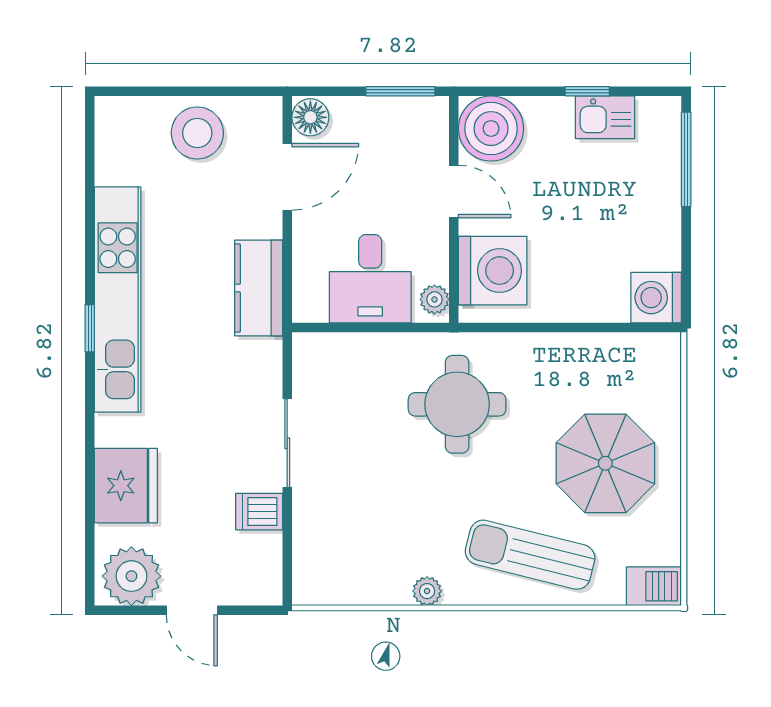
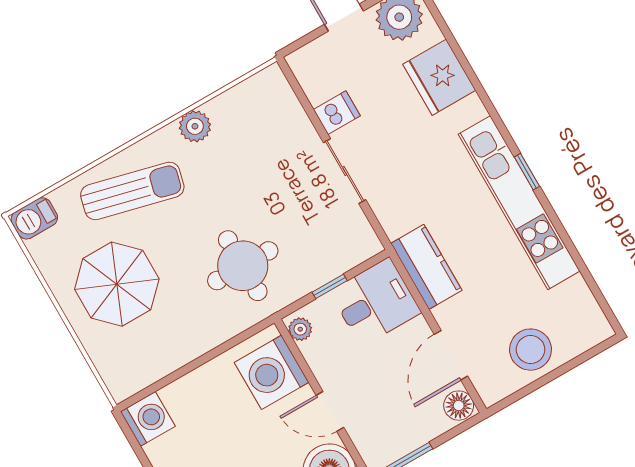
desk: (370, 279) -> (375, 302), moved, turned 90
window: (376, 327) -> (330, 286), added
plant: (427, 591) -> (195, 126), width x1.38, depth x1.38

